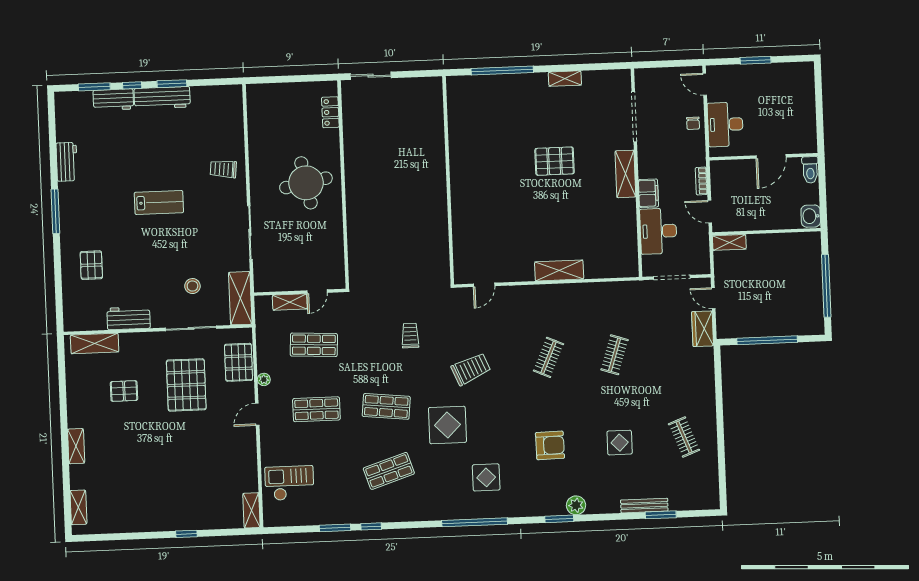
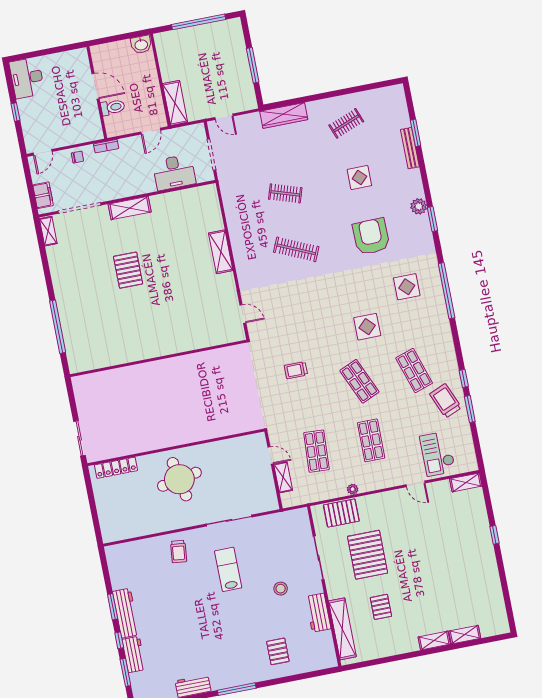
window: (756, 60) -> (16, 112), width x0.67
shelving: (565, 79) -> (48, 231), moved
locker: (330, 112) -> (116, 468), width x1.53
desk: (725, 124) -> (27, 78), moved, turned 90
toilet: (810, 170) -> (113, 107), moved
bookcase: (701, 181) -> (106, 146), moved
filing cabinet: (648, 193) -> (43, 195), moved, turned 90
lab bench: (159, 202) -> (228, 569), moved
shelving: (729, 242) -> (175, 103), width x1.50, depth x1.33
pallet: (91, 265) -> (278, 651), turned 90
stool: (192, 286) -> (281, 589), moved
shelving: (240, 298) -> (286, 520), removed
door: (713, 298) -> (224, 117), hinge flipped
wardrobe: (703, 329) -> (284, 115), moved, width x1.50
window: (767, 340) -> (253, 65), width x0.68
shelving: (95, 343) -> (342, 629), width x1.47
clothes rail: (549, 357) -> (296, 249), width x1.36
trolley: (471, 369) -> (446, 401), moved
pallet: (186, 385) -> (368, 555), turned 90
shop shelf: (386, 406) -> (359, 381), turned -30
door: (257, 414) -> (416, 484), moved
display table: (447, 425) -> (367, 327), width x0.73, depth x0.73
armchair: (550, 445) -> (371, 237), width x1.36, depth x1.36
shelving: (78, 507) -> (465, 635), moved

